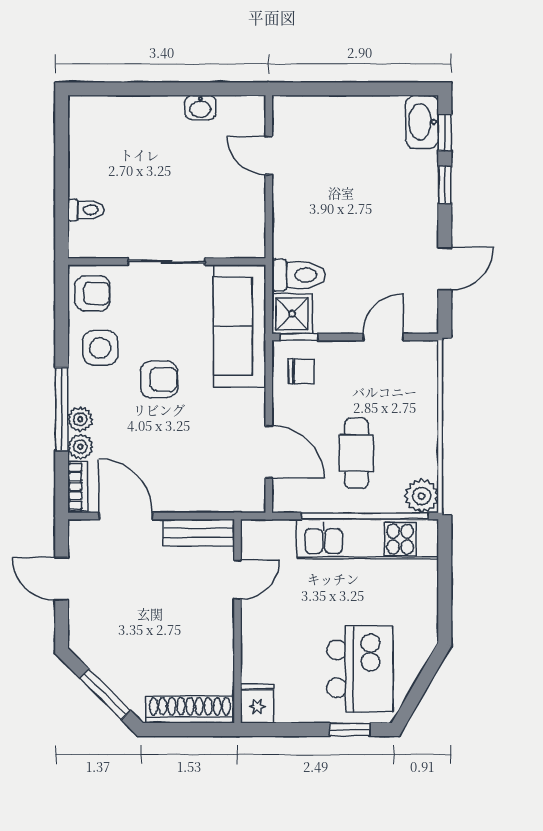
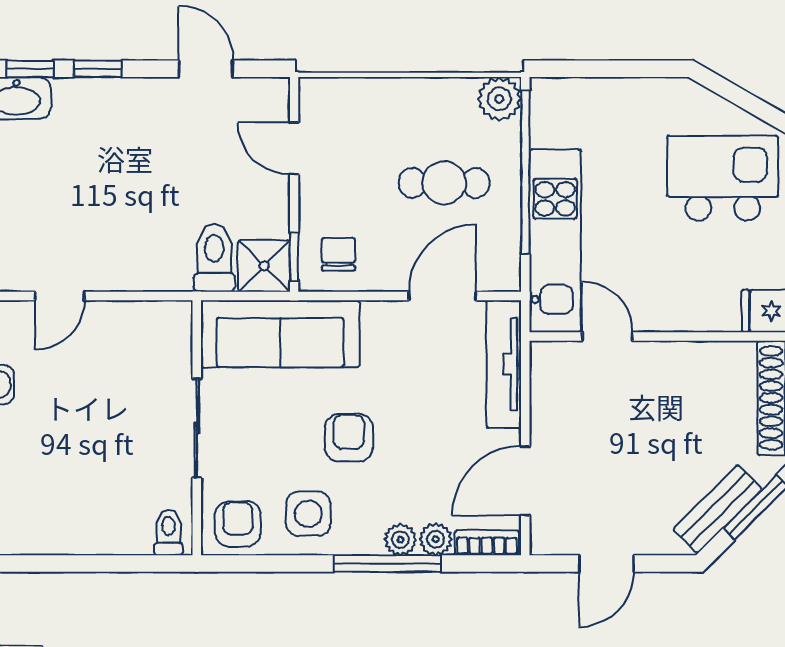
toilet: (86, 210) -> (168, 532), moved
tv unit: (216, 499) -> (504, 364), added
bench: (199, 533) -> (718, 509), moved, turned 45
kitchen unit: (368, 539) -> (555, 241), moved

